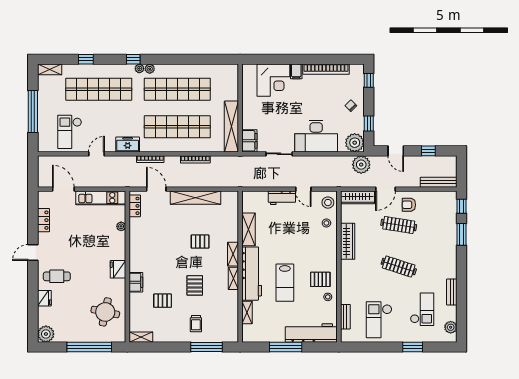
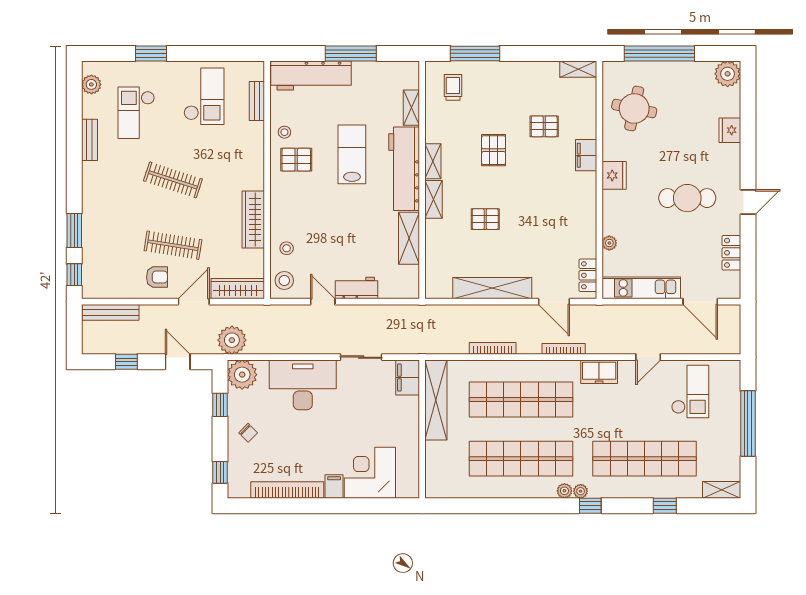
cafe table: (57, 276) -> (687, 198), moved, width x1.37, depth x1.35
trolley: (196, 324) -> (453, 87), moved

